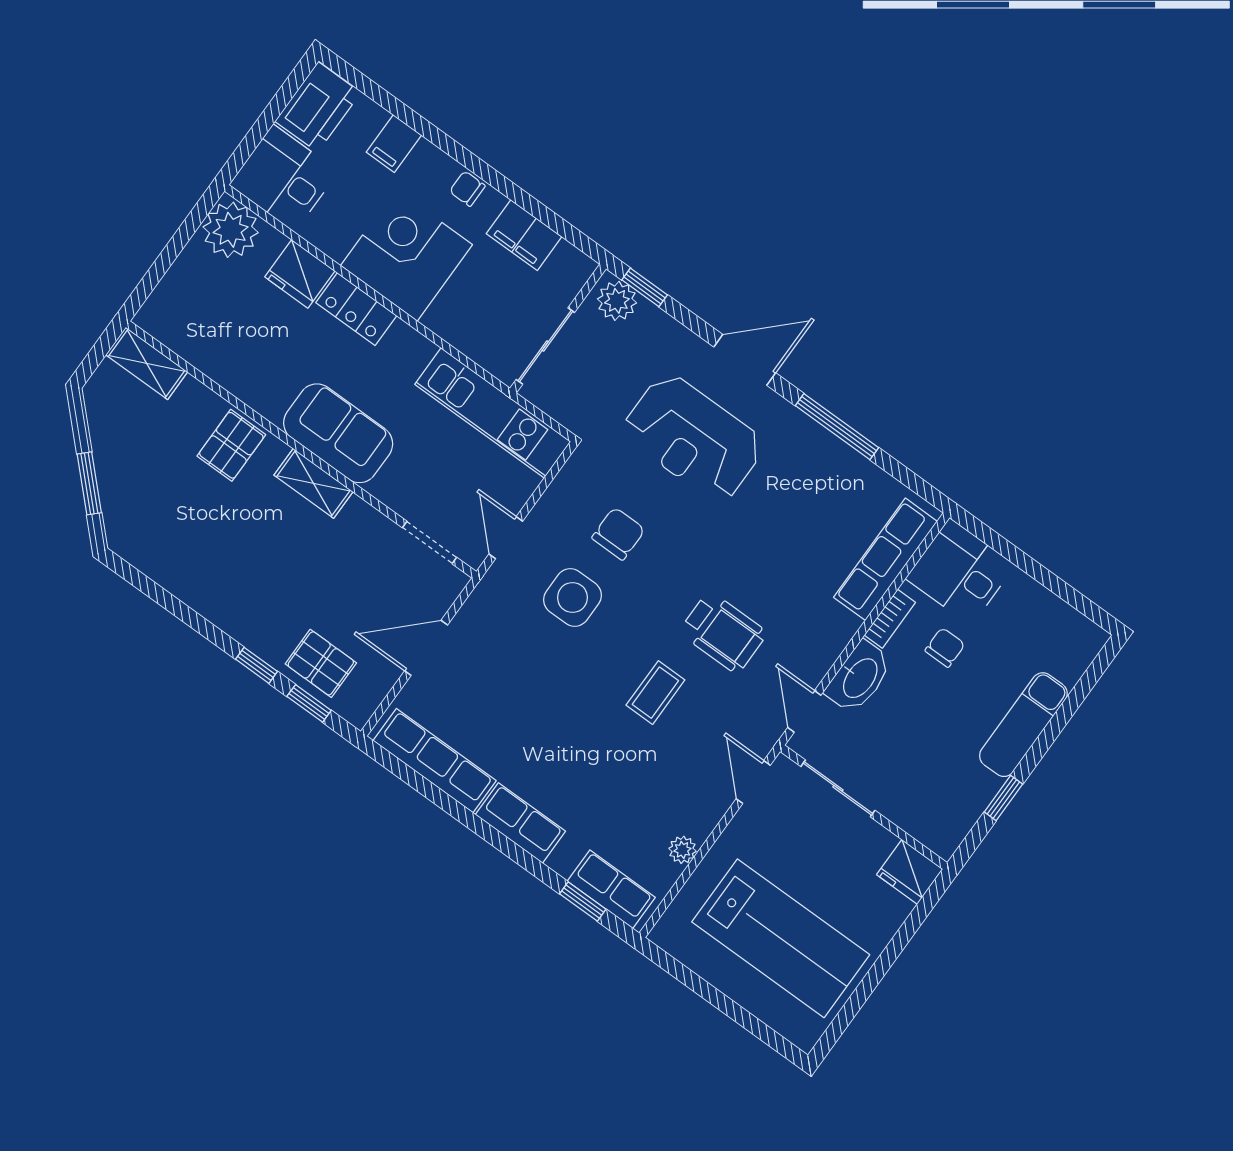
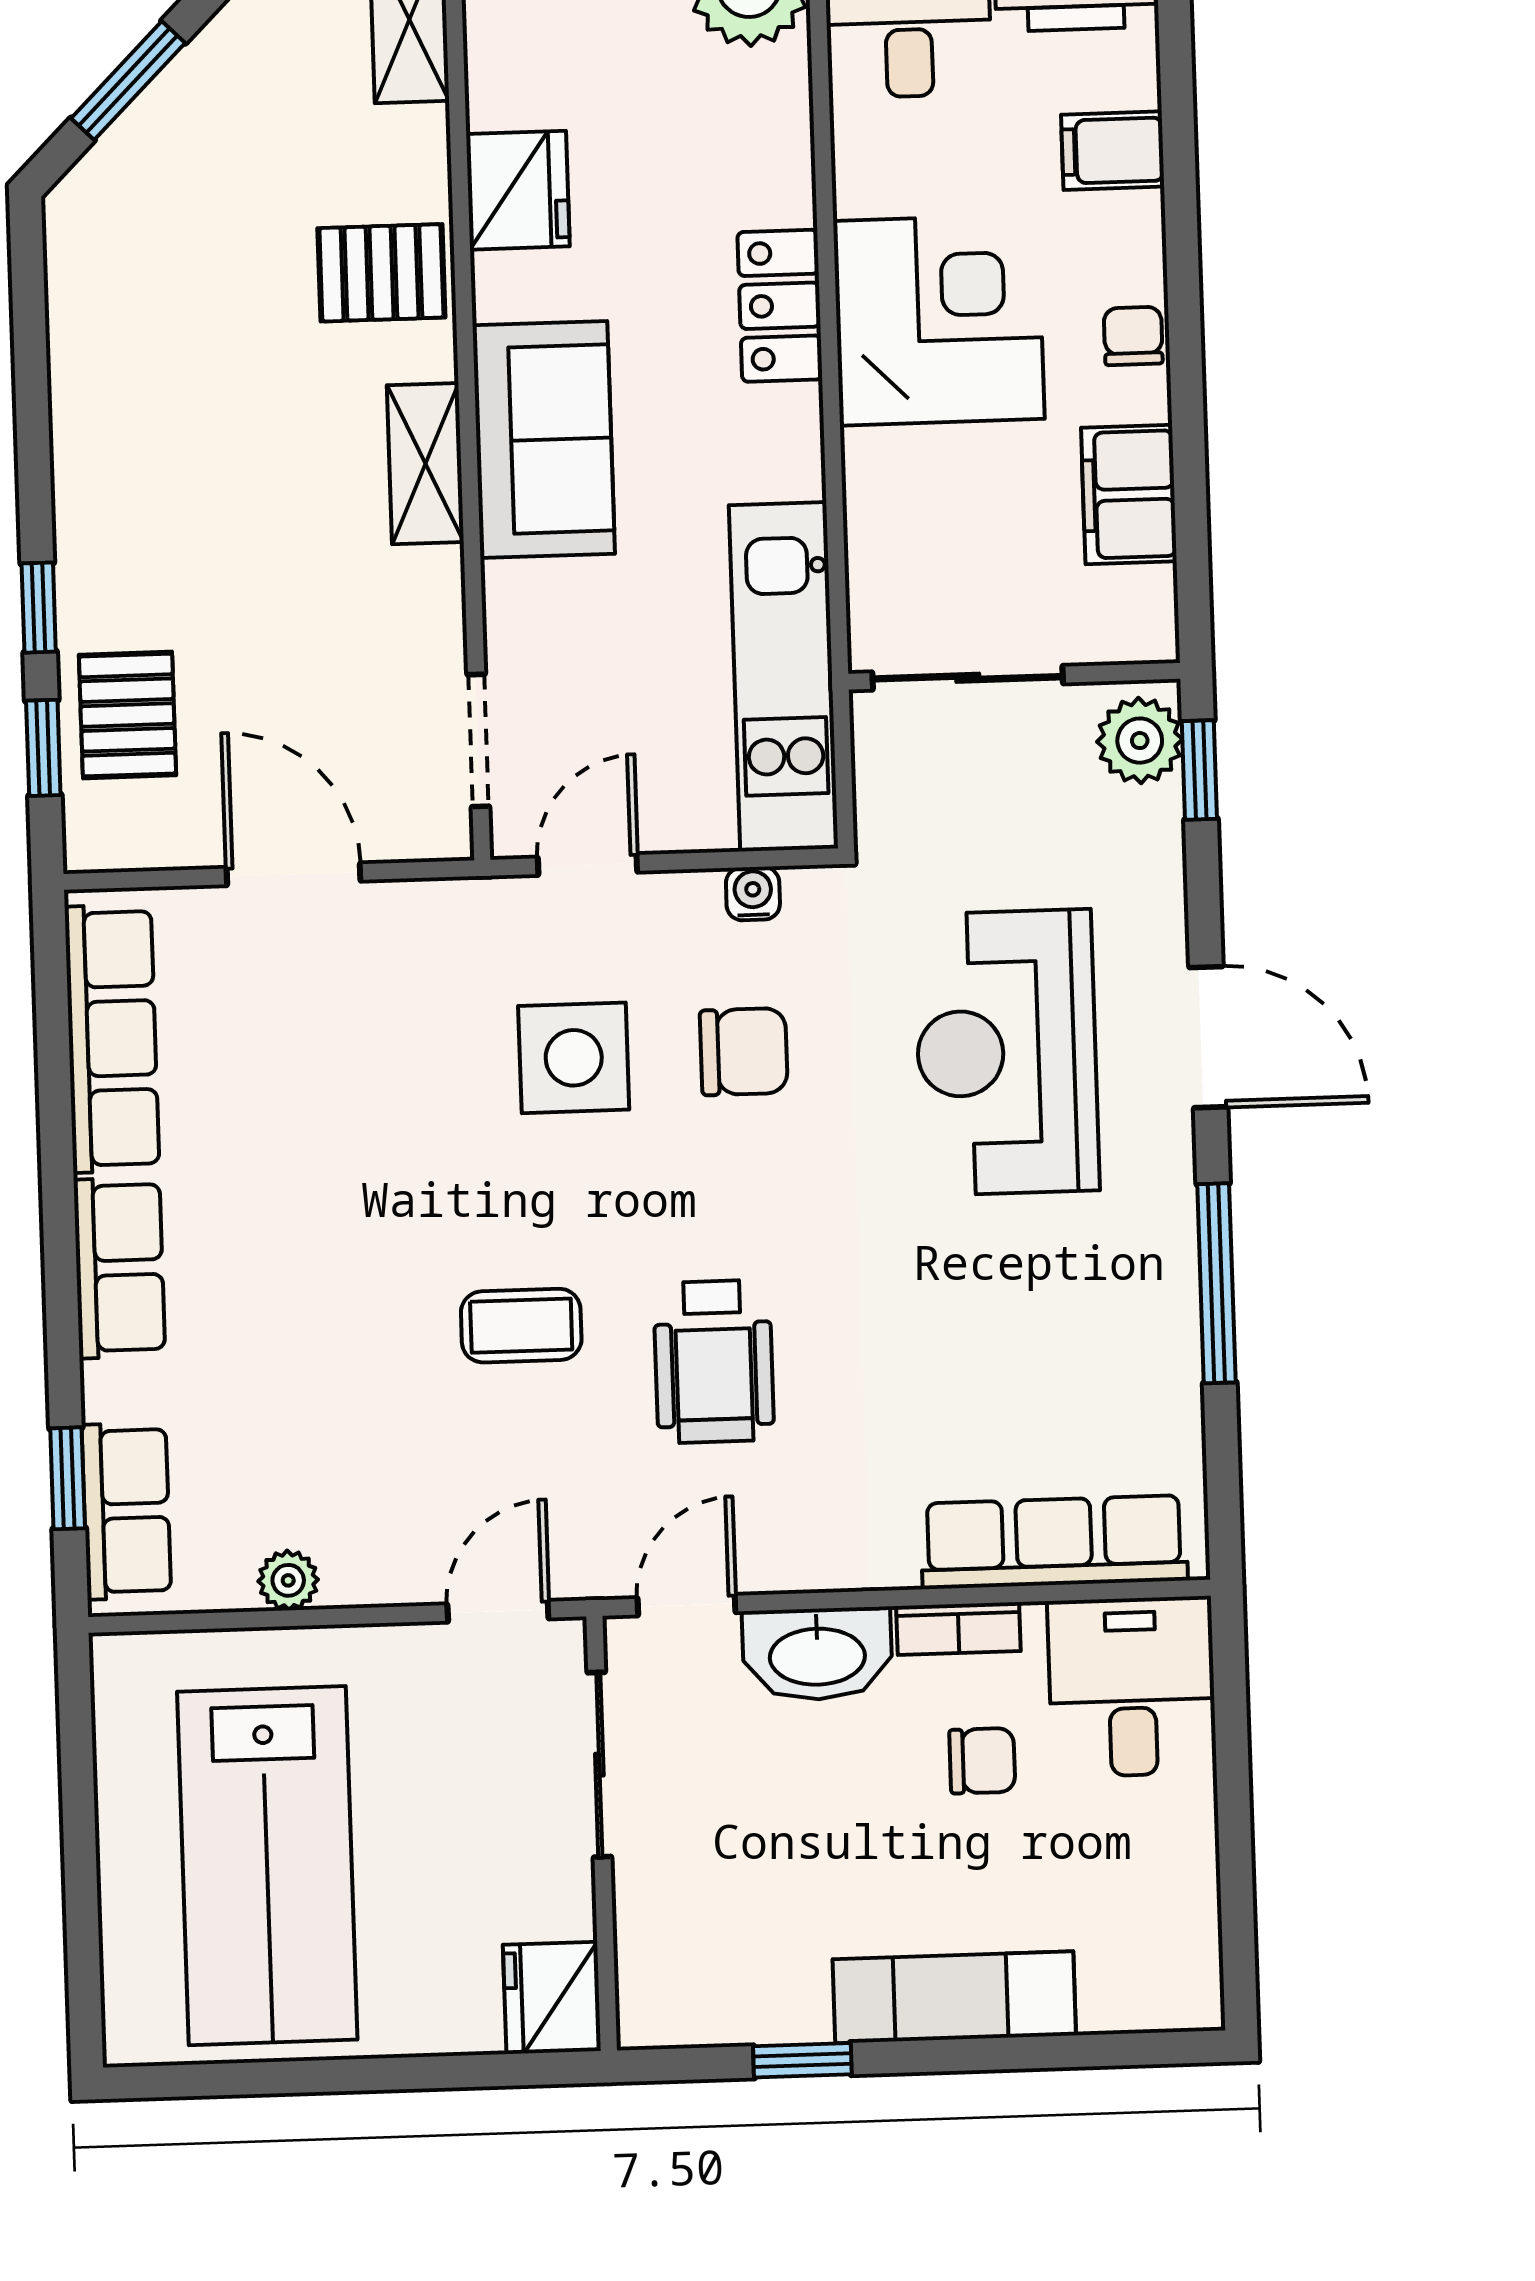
fridge: (300, 274) -> (518, 190), moved, turned 180
water cooler: (563, 486) -> (753, 894), added

